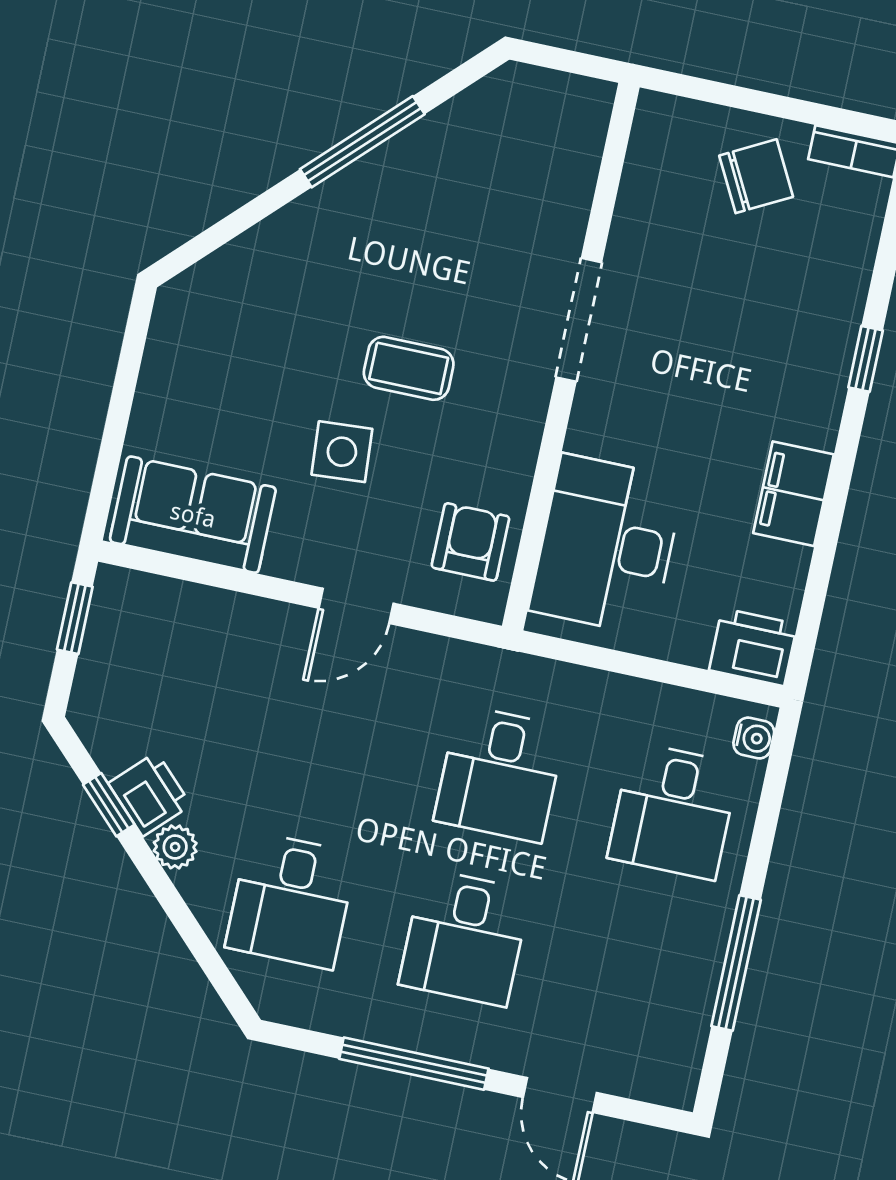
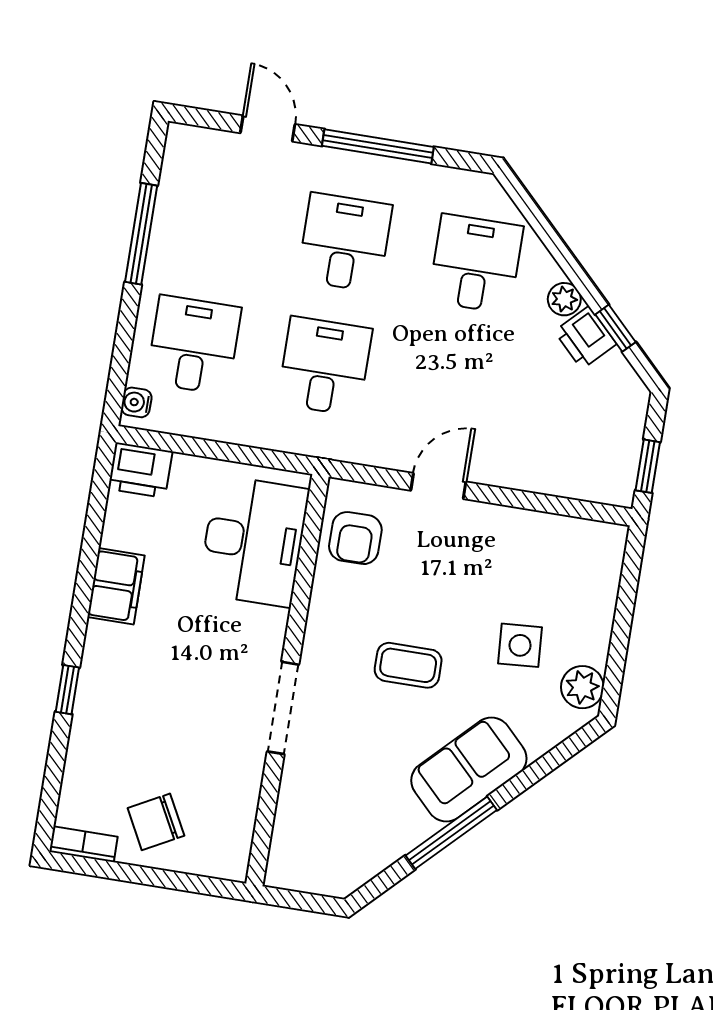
plant: (177, 327) -> (582, 687), added
side table: (342, 452) -> (520, 645), moved
sofa: (193, 515) -> (469, 770), moved, turned 135

